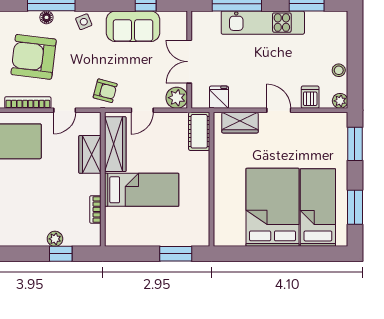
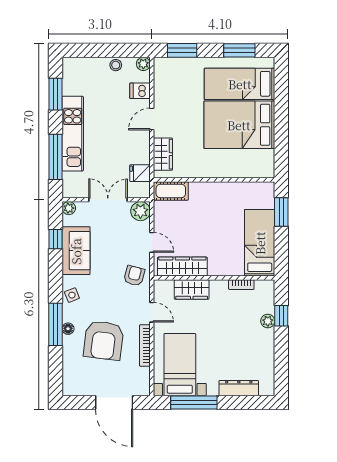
plant: (180, 18) -> (69, 208), added
double door: (189, 62) -> (108, 200), swing flipped
bed: (142, 190) -> (260, 243), moved

